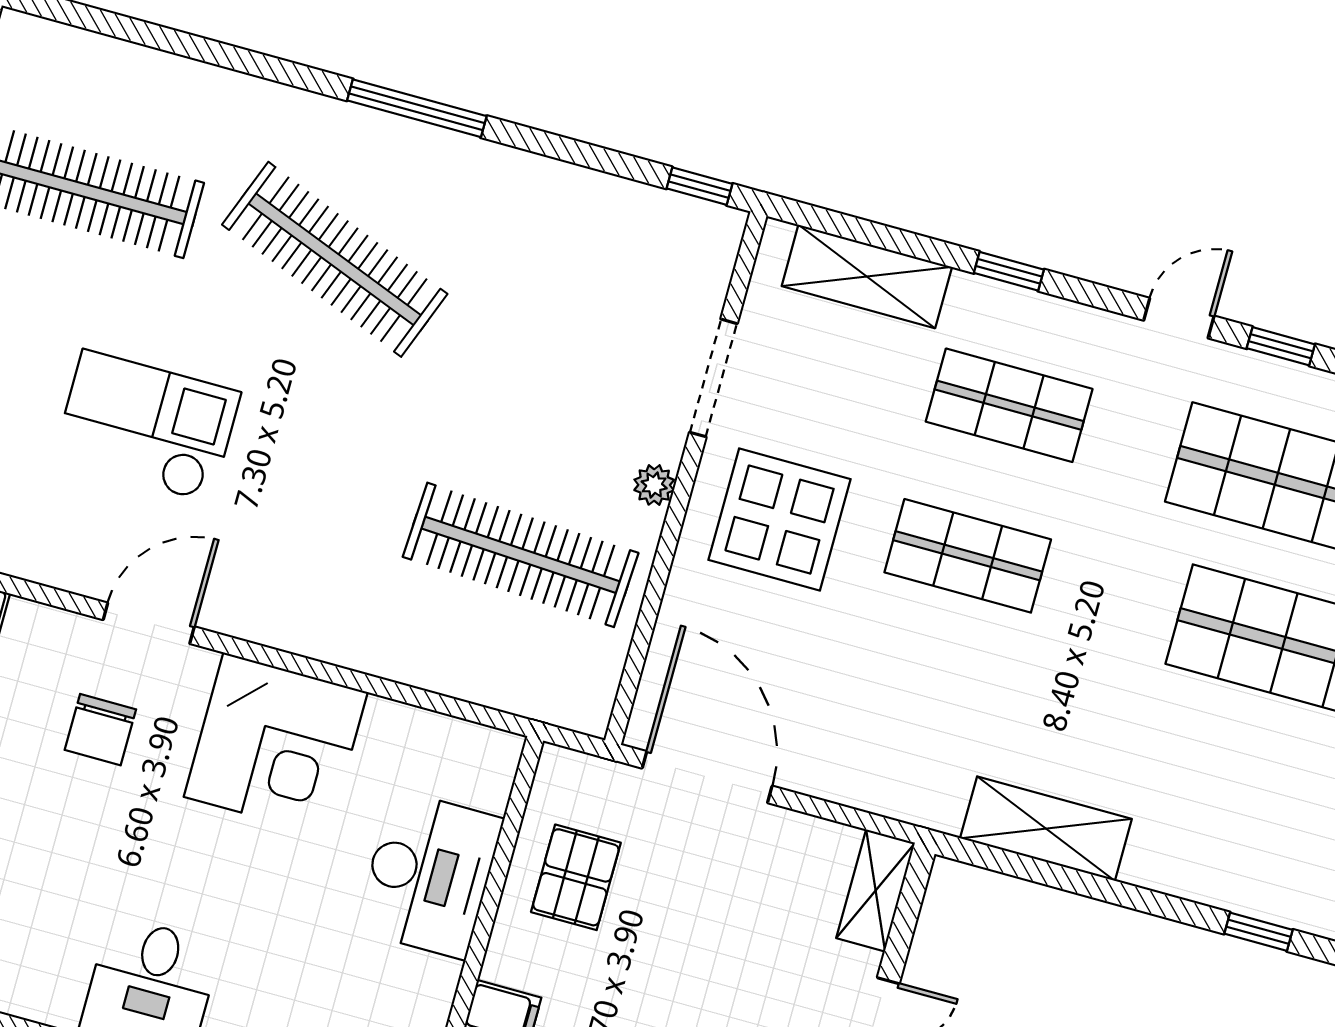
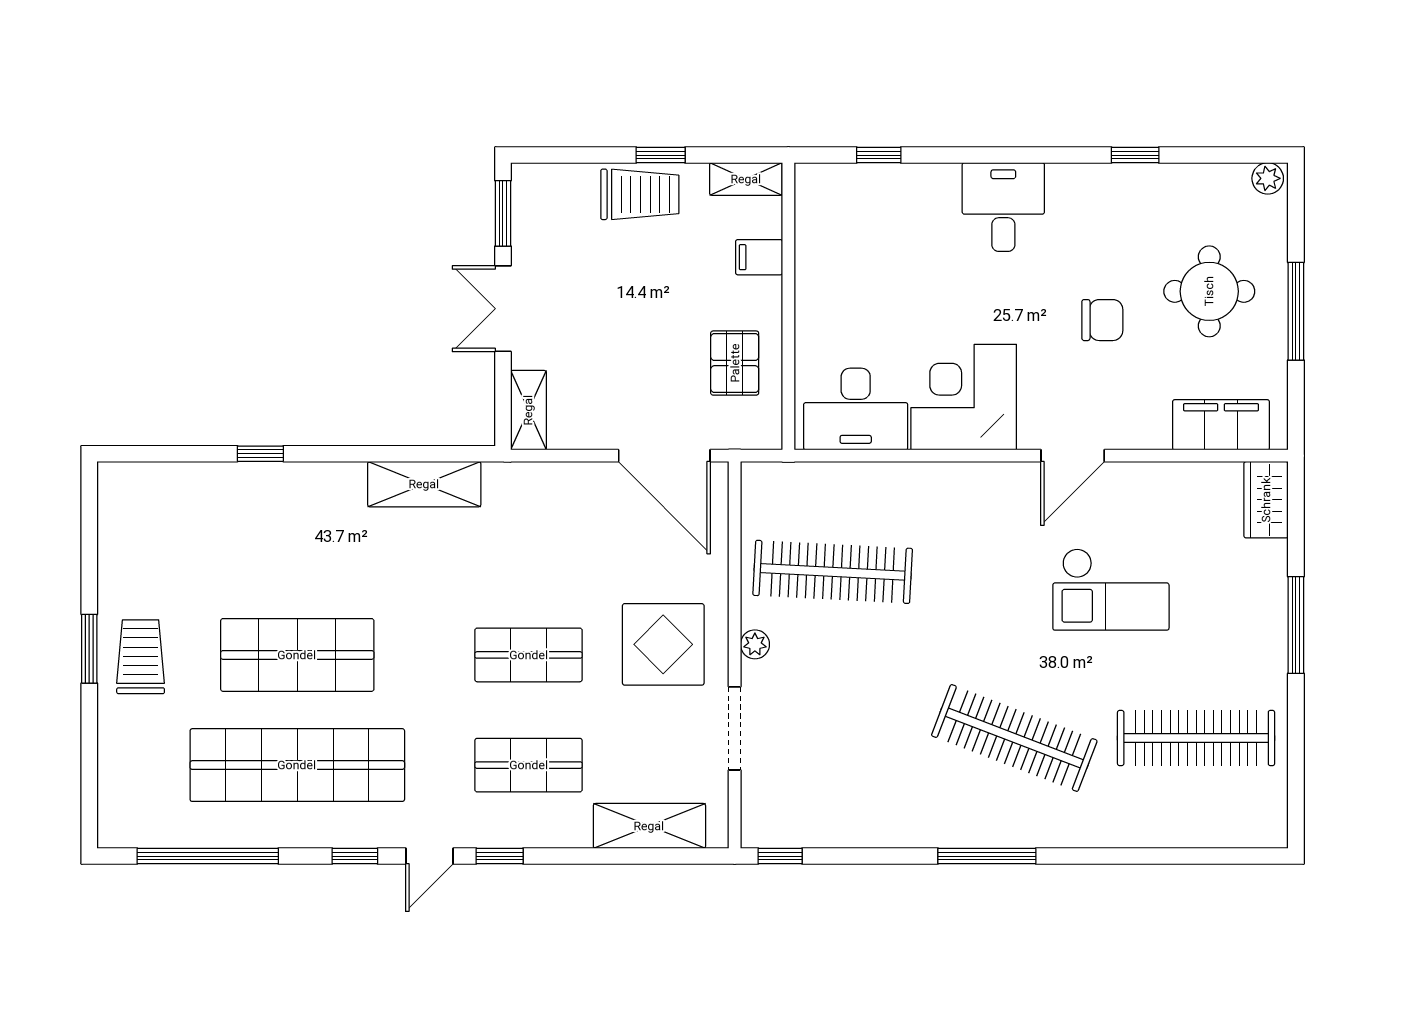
window: (1009, 271) -> (500, 856), moved
chair: (100, 730) -> (1102, 320), moved, turned 90
desk: (429, 874) -> (856, 409), moved, turned -90

